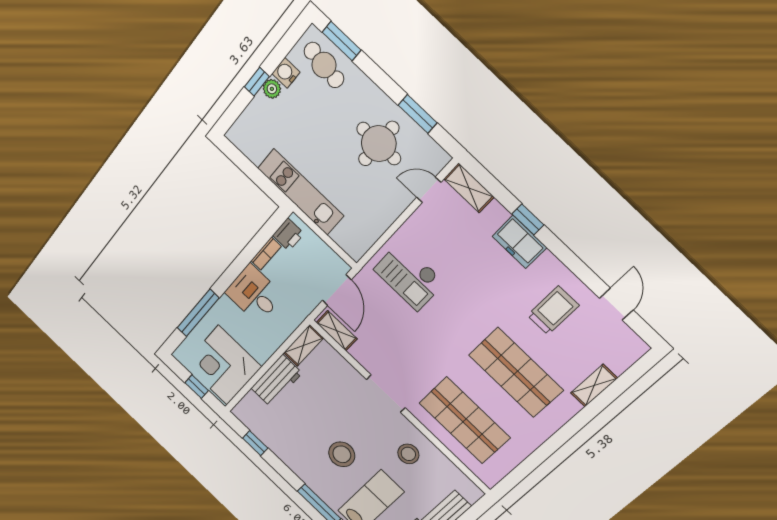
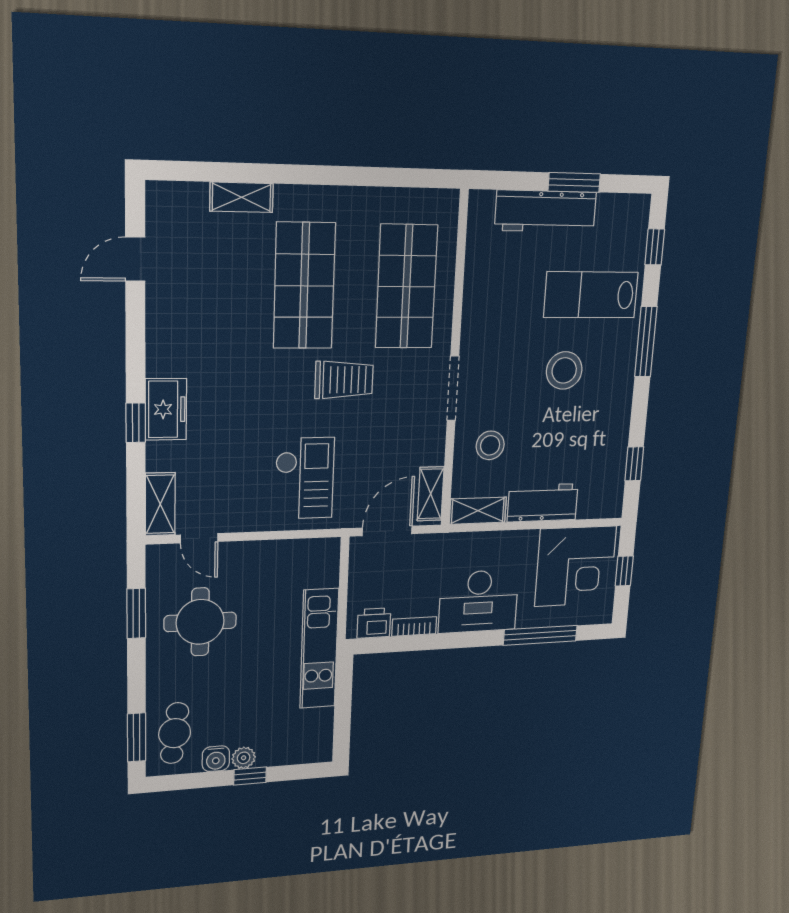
desk: (254, 294) -> (478, 601), width x1.37
trolley: (553, 310) -> (344, 380), moved, turned 180
stool: (408, 454) -> (490, 445), moved

